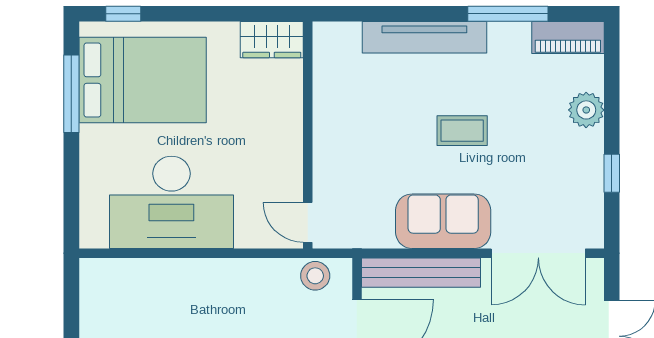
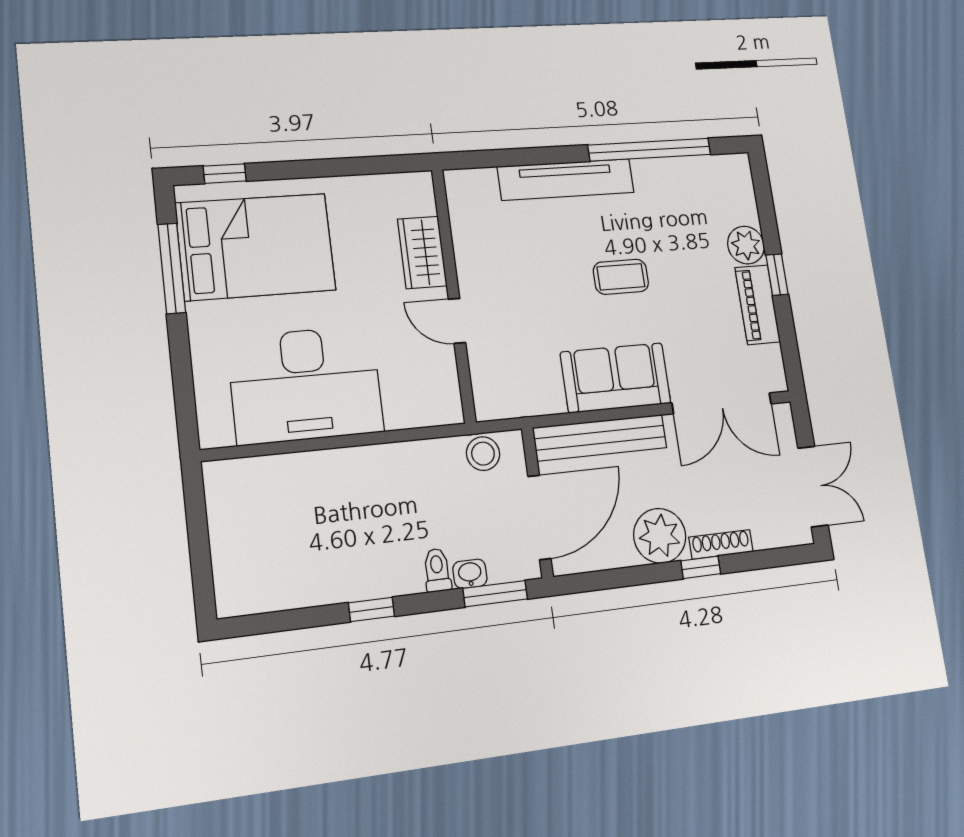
window: (508, 14) -> (650, 150), width x1.46
piano: (568, 38) -> (758, 305), moved, turned 90
wardrobe: (272, 40) -> (422, 252), moved, turned 90
window: (612, 173) -> (777, 275), moved
door: (308, 222) -> (457, 321), moved

